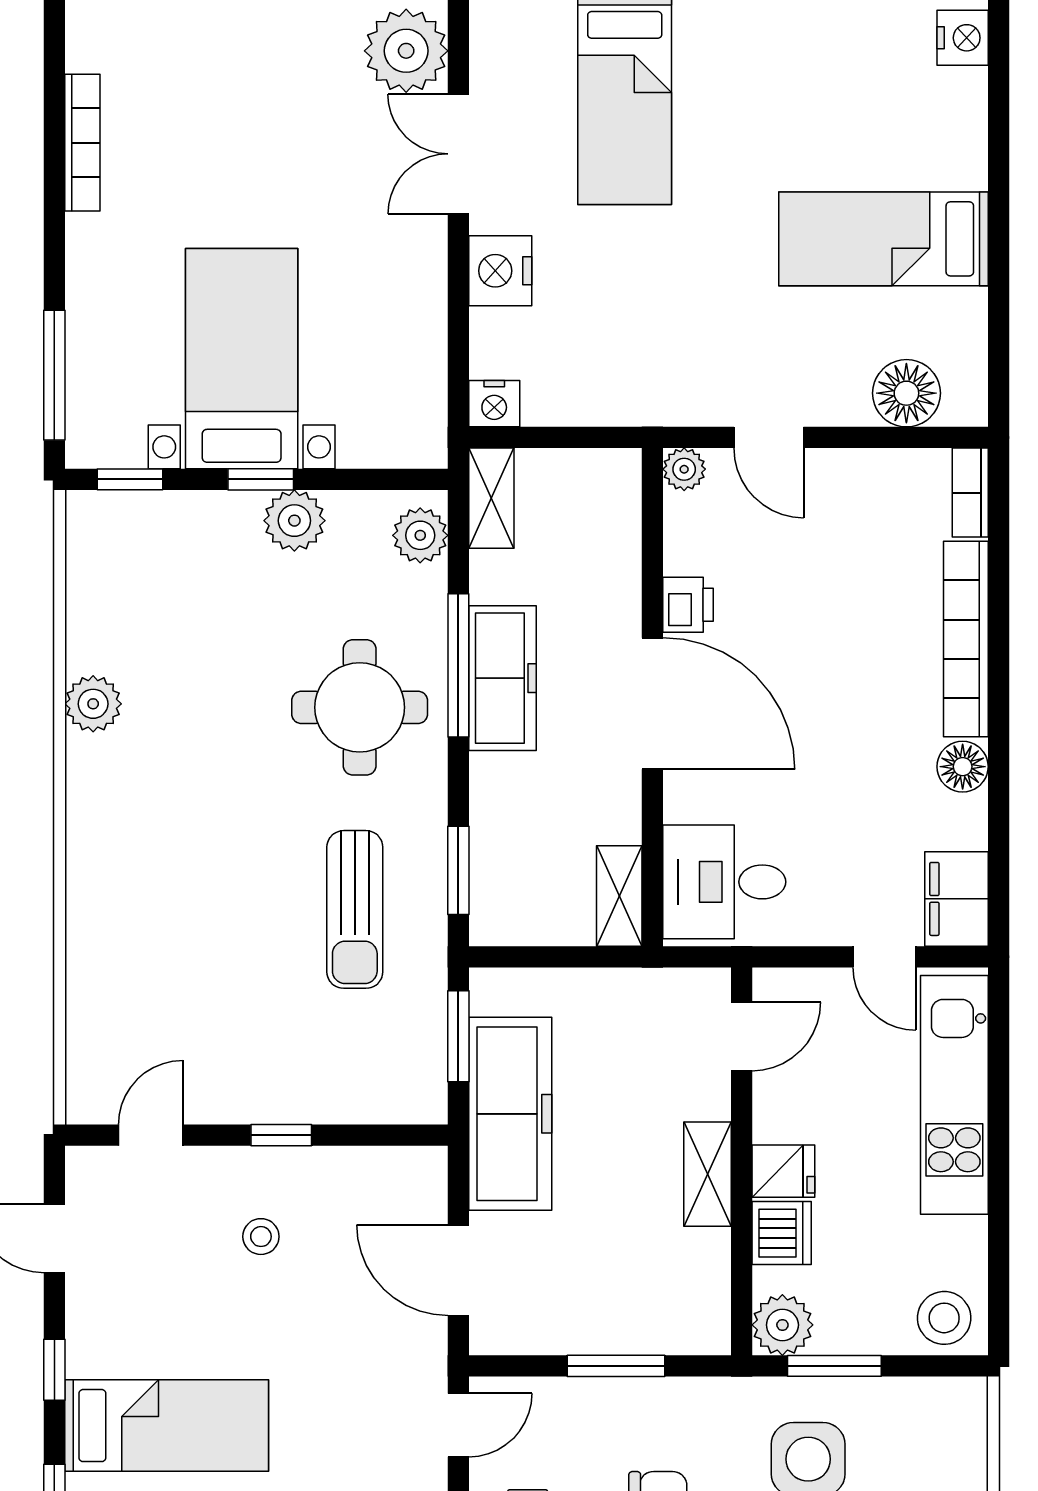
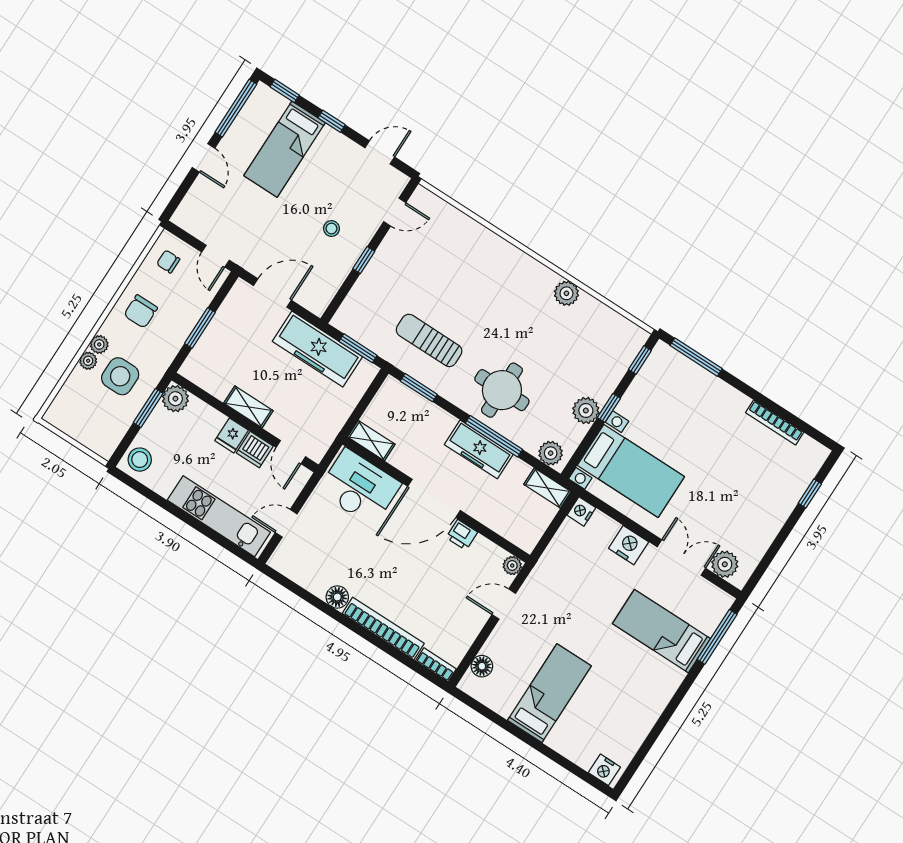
plant: (406, 51) -> (725, 564), width x0.73, depth x0.73
bed with nightstands: (242, 359) -> (631, 471), moved
floor lamp: (906, 393) -> (482, 666), width x0.73, depth x0.73
desk: (724, 882) -> (359, 487), width x1.37
filing cabinet: (956, 899) -> (290, 563), removed
door: (151, 1135) -> (395, 212), hinge flipped
dishwasher: (782, 1233) -> (255, 450), moved

